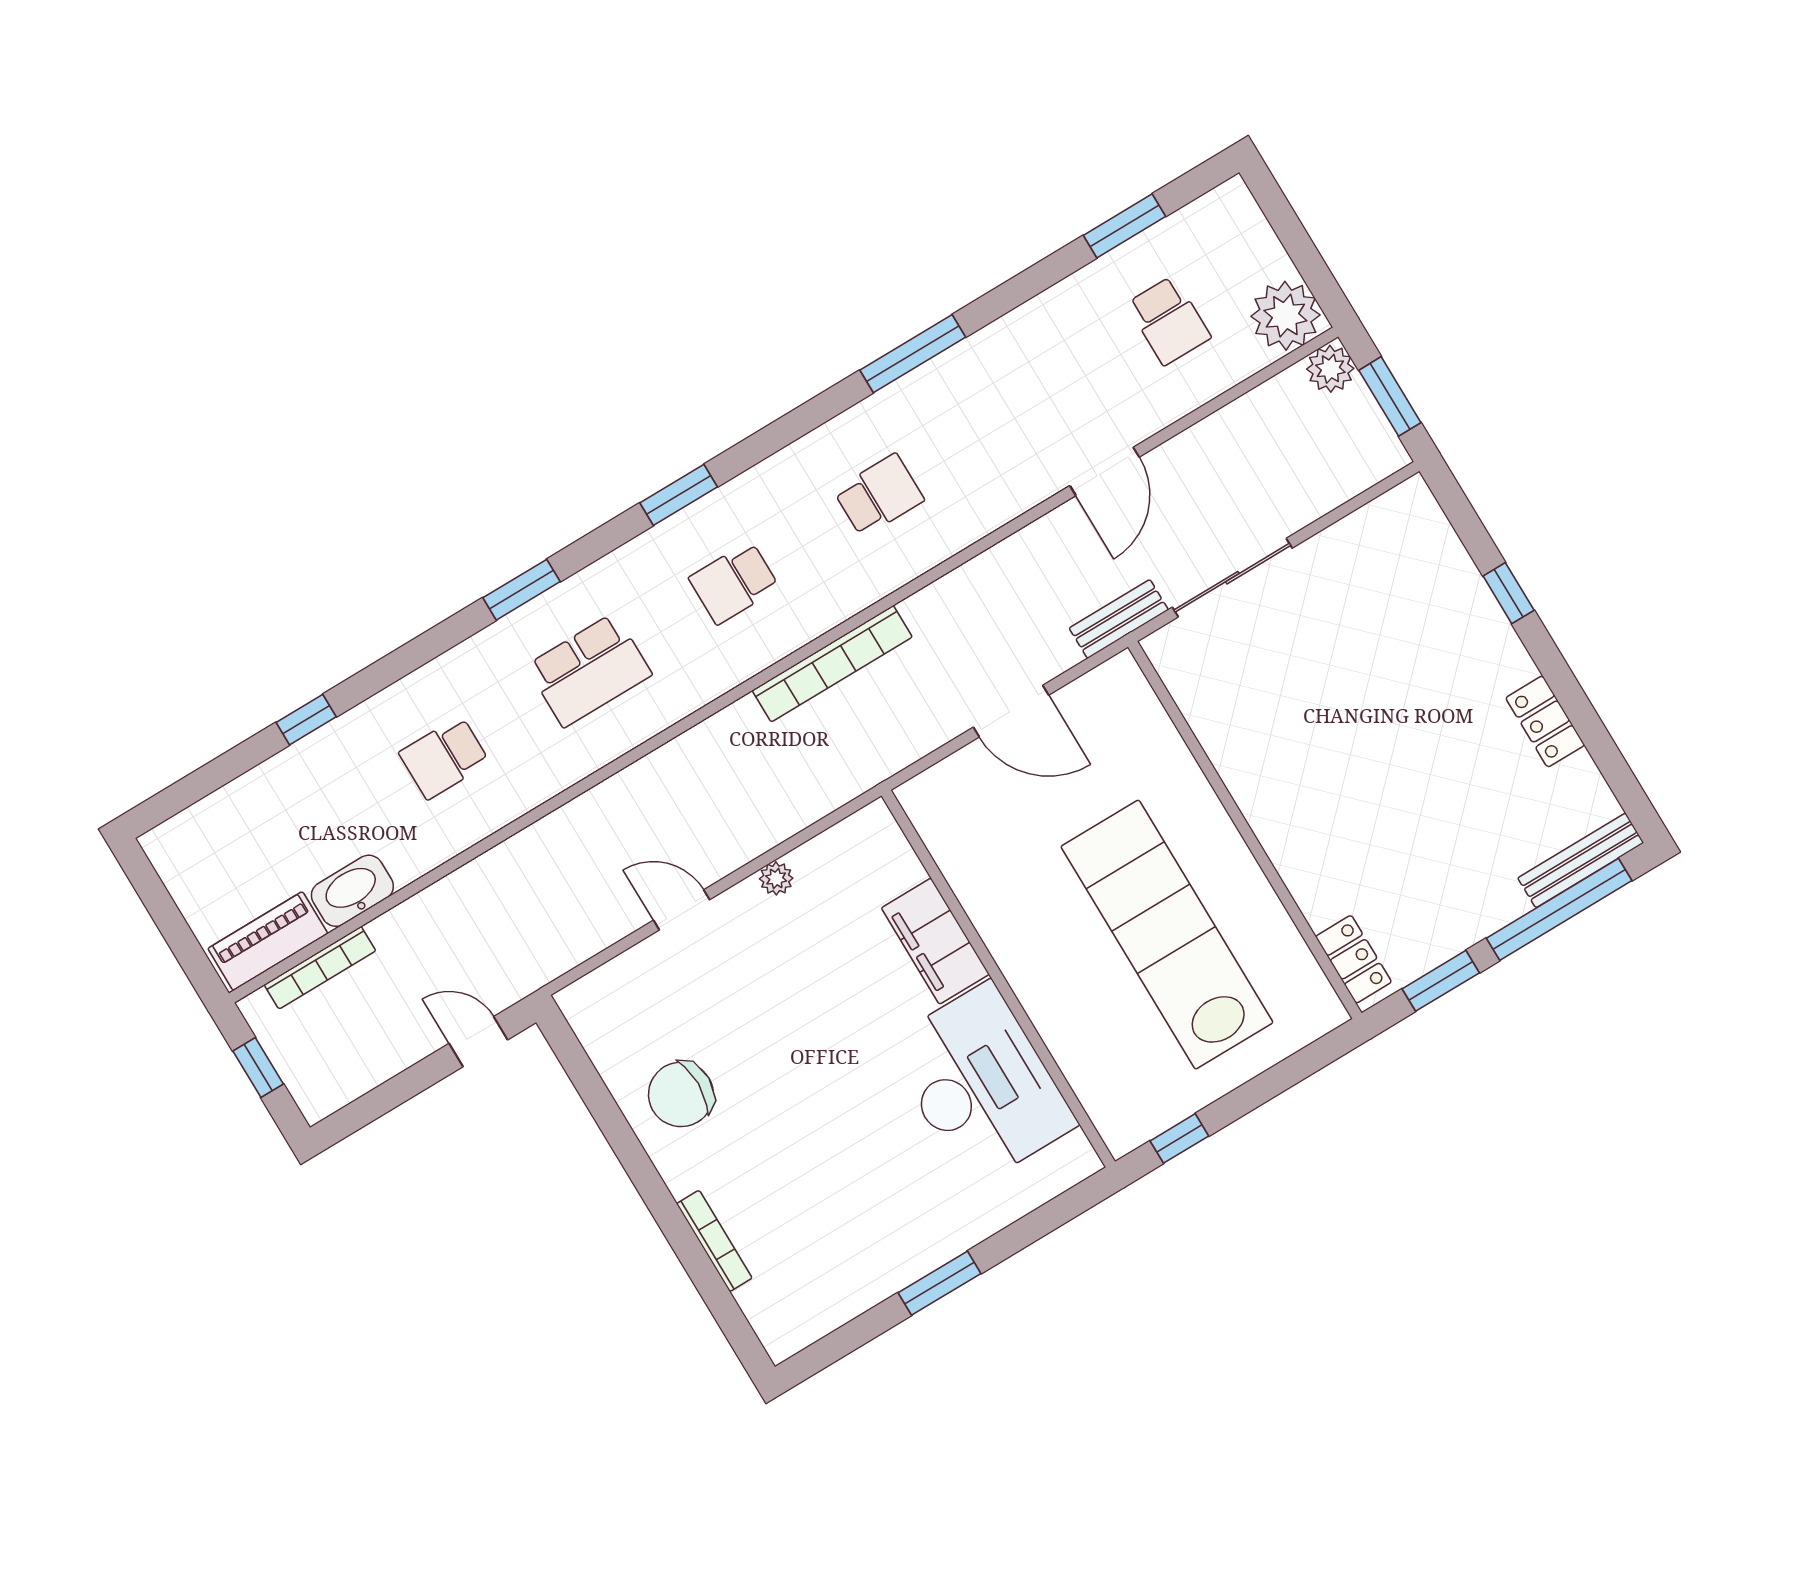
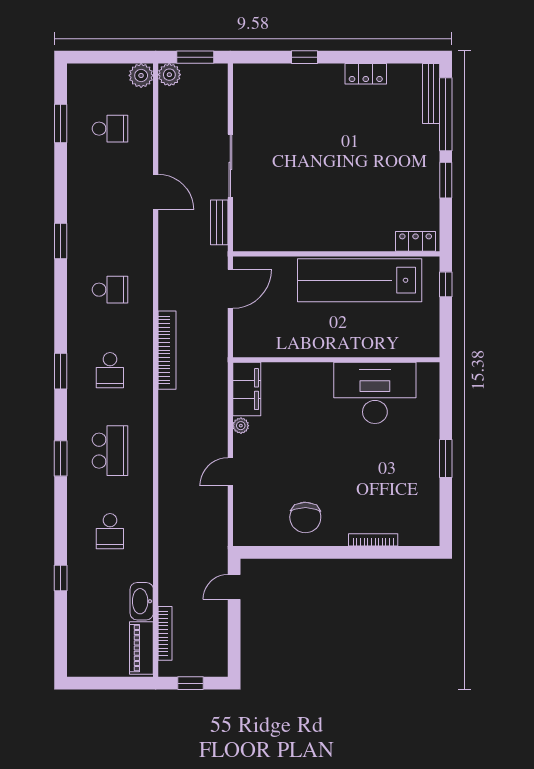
plant: (1285, 316) -> (141, 75), width x0.73, depth x0.73
window: (913, 354) -> (61, 241), width x0.69
school desk: (879, 495) -> (110, 290), turned 90
wall: (1245, 830) -> (336, 254), moved
filing cabinet: (935, 941) -> (247, 389), moved, turned -90
locker: (1354, 959) -> (416, 241), moved
window: (1179, 1138) -> (446, 284), moved

